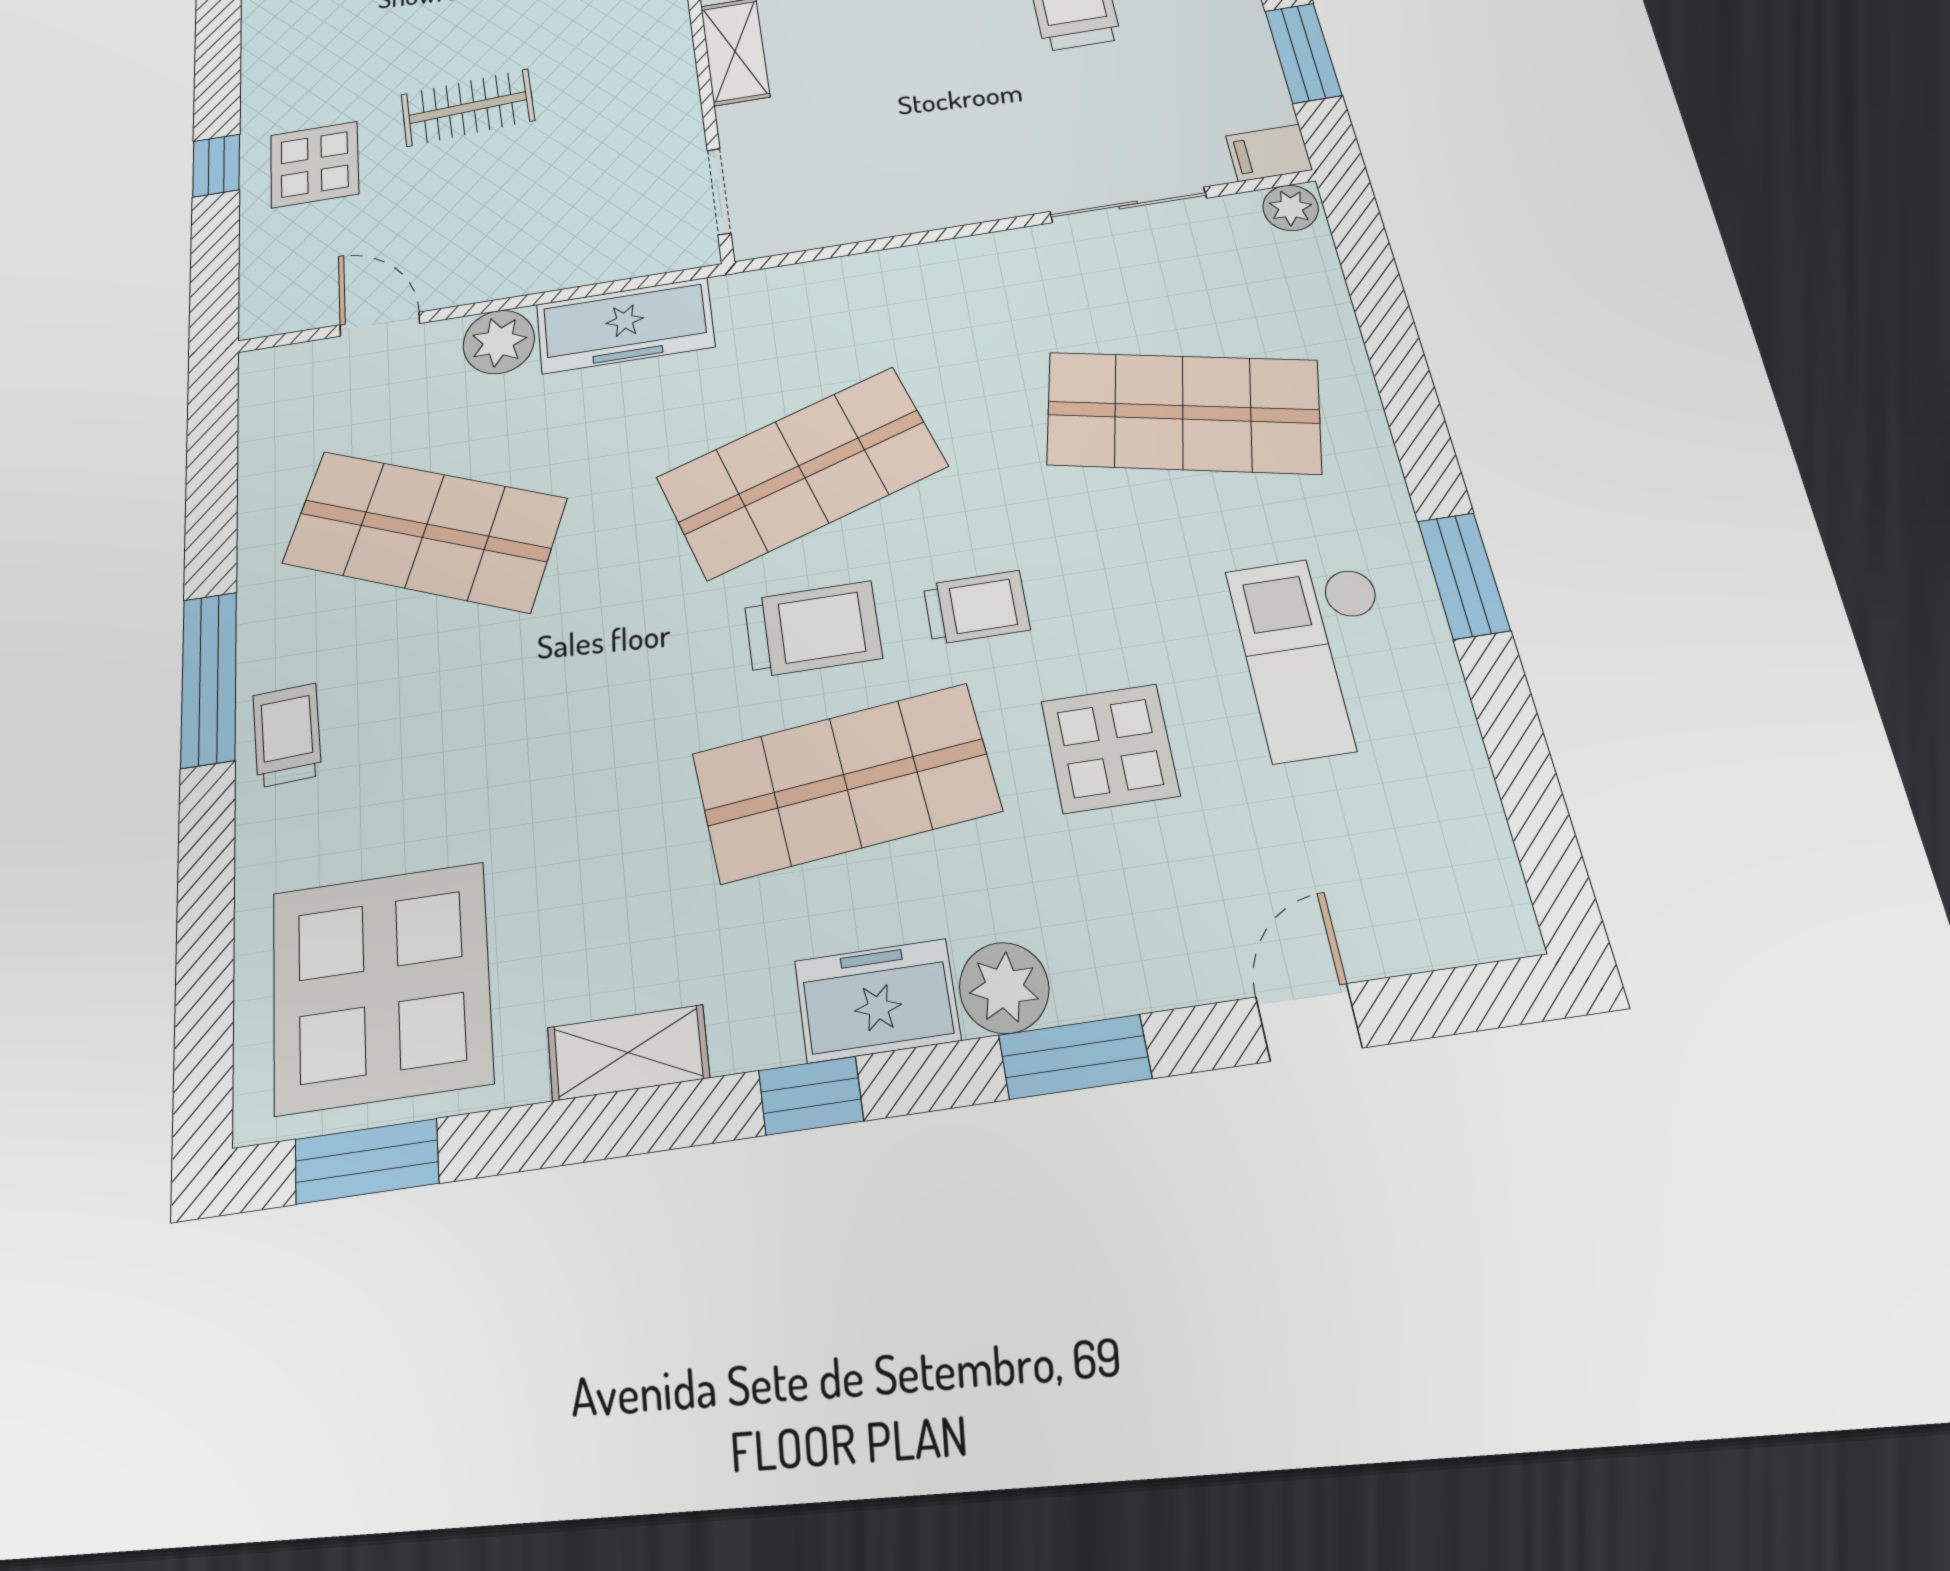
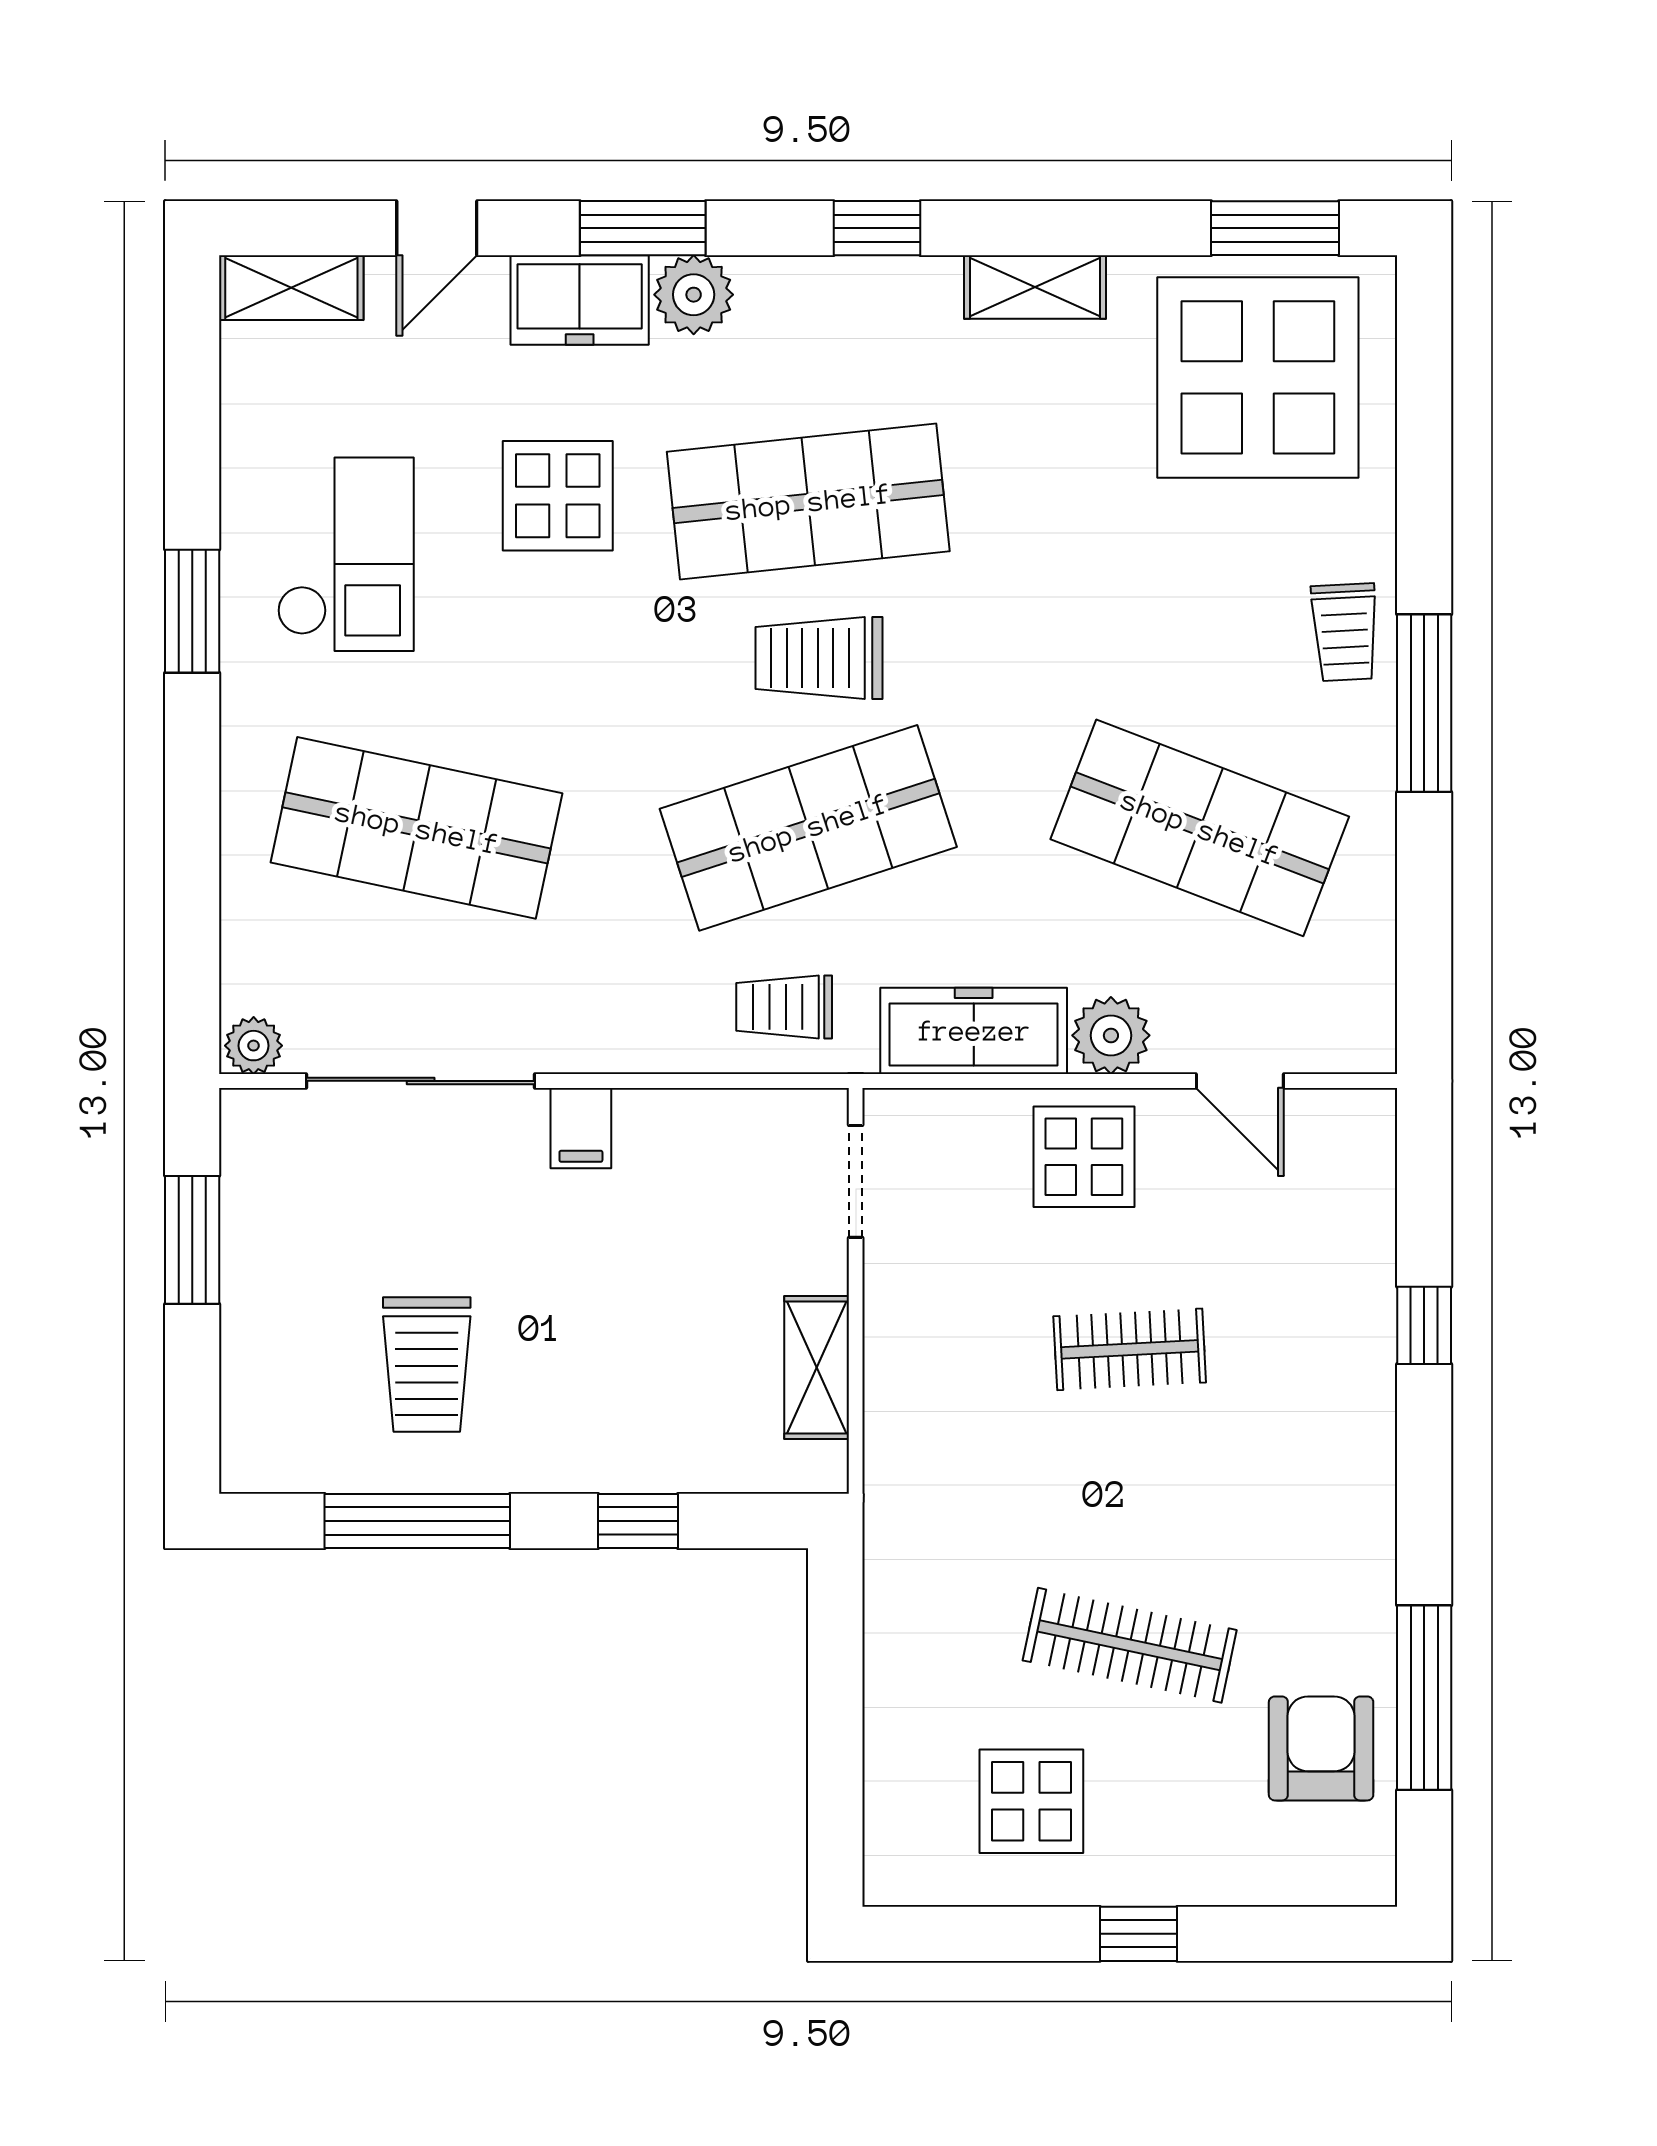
filing cabinet: (1269, 153) -> (581, 1128), moved, turned 90
display table: (315, 164) -> (1084, 1157), moved
sliding door: (1128, 205) -> (421, 1081), width x1.37
trolley: (976, 607) -> (784, 1007), moved
shelving: (1455, 929) -> (291, 288), added
freezer: (877, 1001) -> (580, 300), moved

